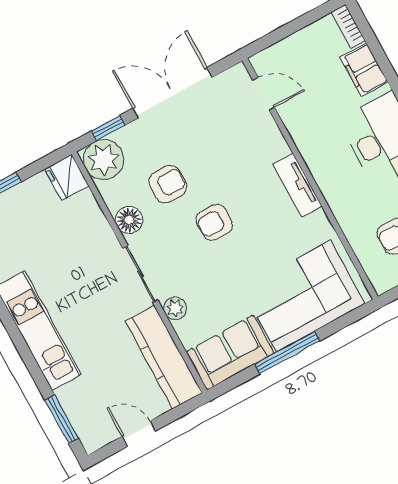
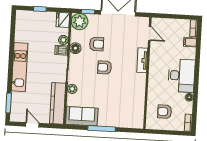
filing cabinet: (364, 70) -> (190, 42), width x0.50
tv unit: (297, 185) -> (142, 60), moved
plant: (94, 218) -> (63, 40), added
dishwasher: (103, 242) -> (61, 50), added
corner sofa: (303, 296) -> (119, 113), removed

